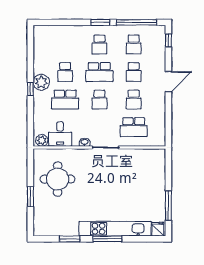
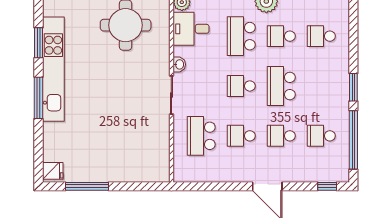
school desk: (99, 44) -> (321, 36), moved
kitchen unit: (115, 229) -> (53, 69), moved

